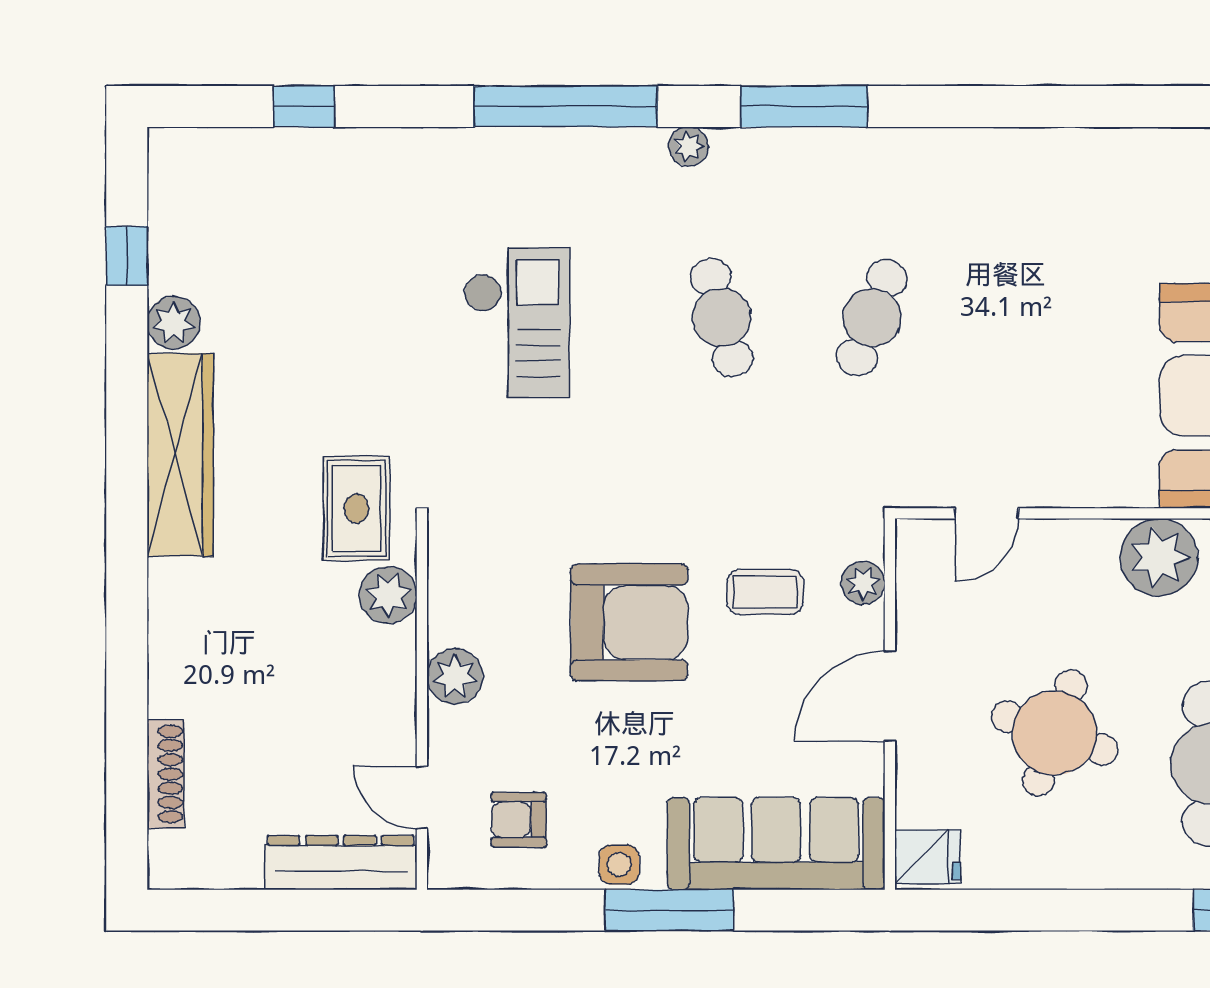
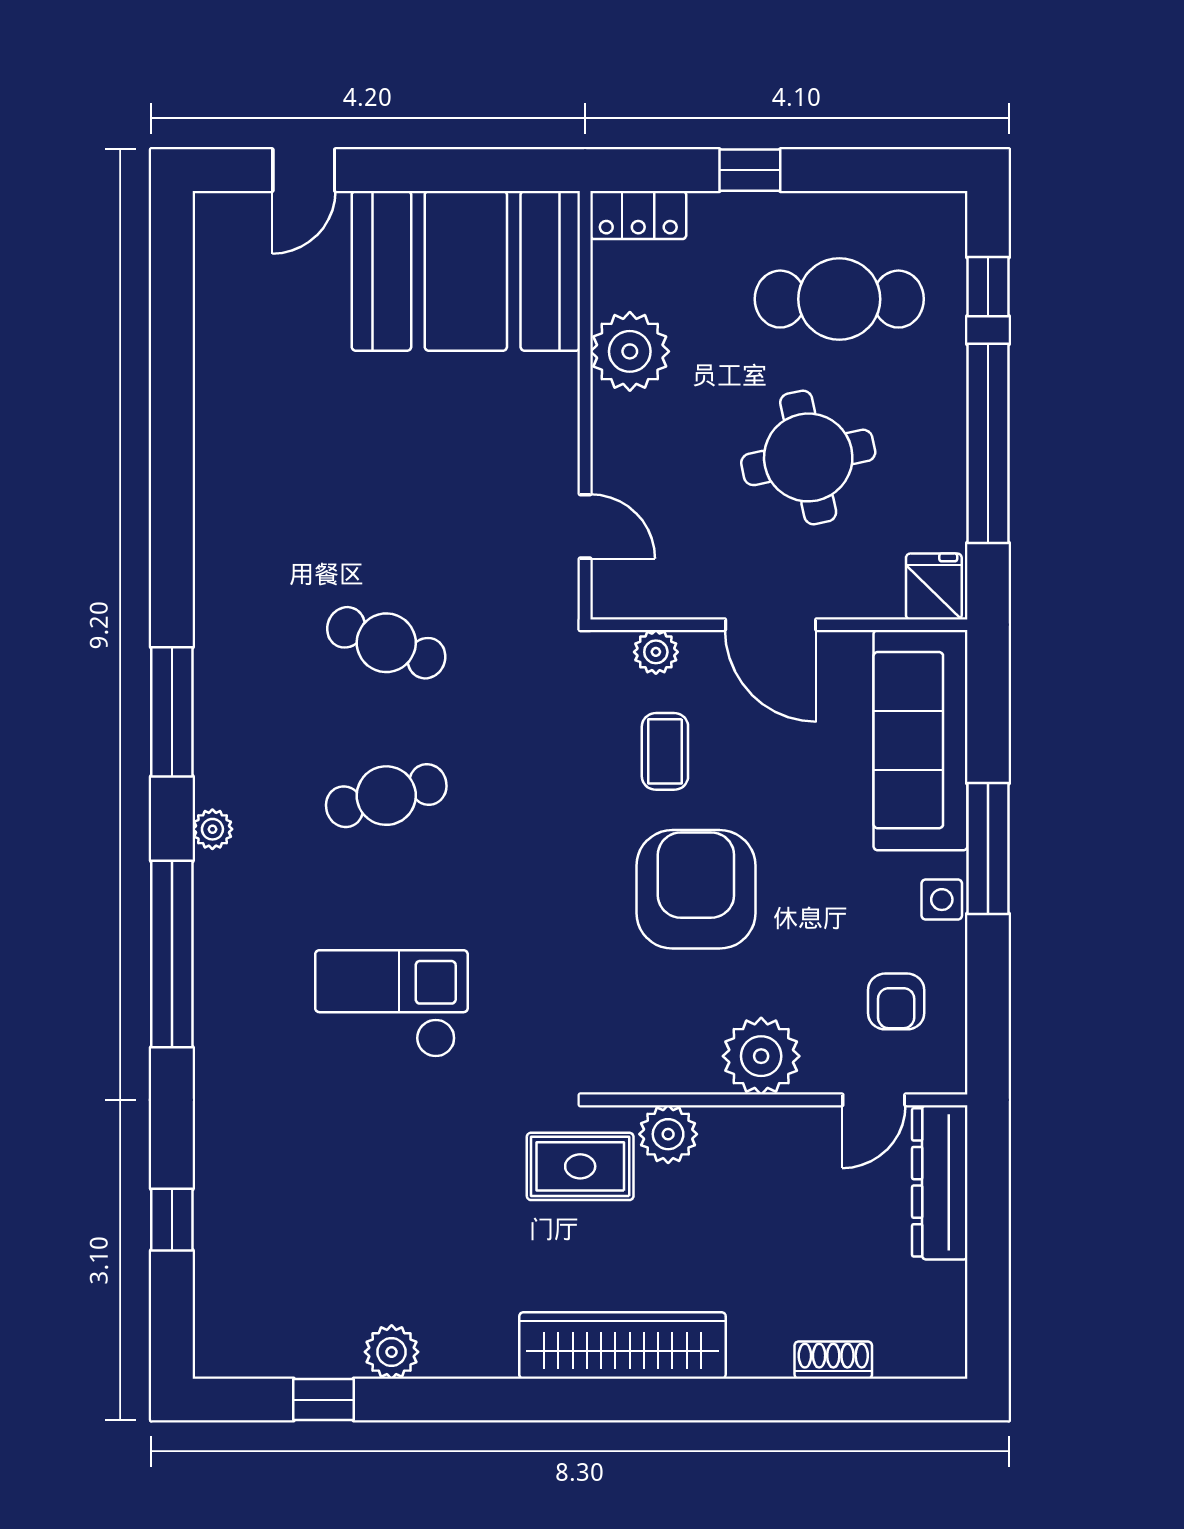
wardrobe: (180, 455) -> (622, 1345), moved
plant: (455, 677) -> (761, 1056), width x1.36, depth x1.36
round table: (1055, 733) -> (808, 457), turned -31
shoe rack: (166, 774) -> (833, 1360), width x0.70
window: (1068, 910) -> (988, 443), added

